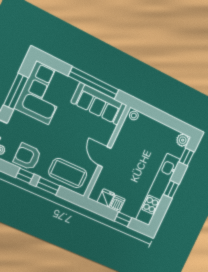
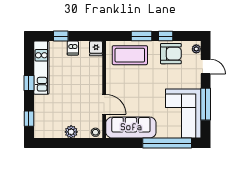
window: (94, 83) -> (167, 143), moved
plant: (183, 140) -> (71, 132), moved
door: (105, 157) -> (104, 104), moved
kitchen unit: (158, 189) -> (41, 68), width x0.73
fridge: (106, 198) -> (96, 48), moved

